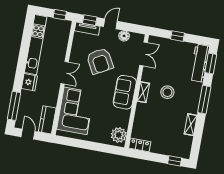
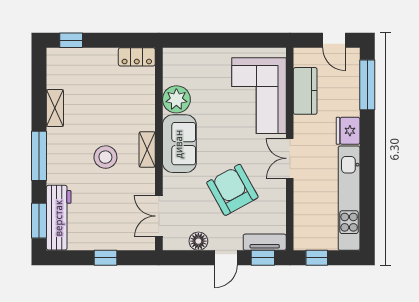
kitchen counter: (47, 120) -> (305, 91), moved
plant: (119, 135) -> (176, 99), moved

